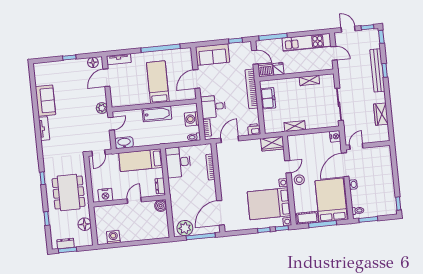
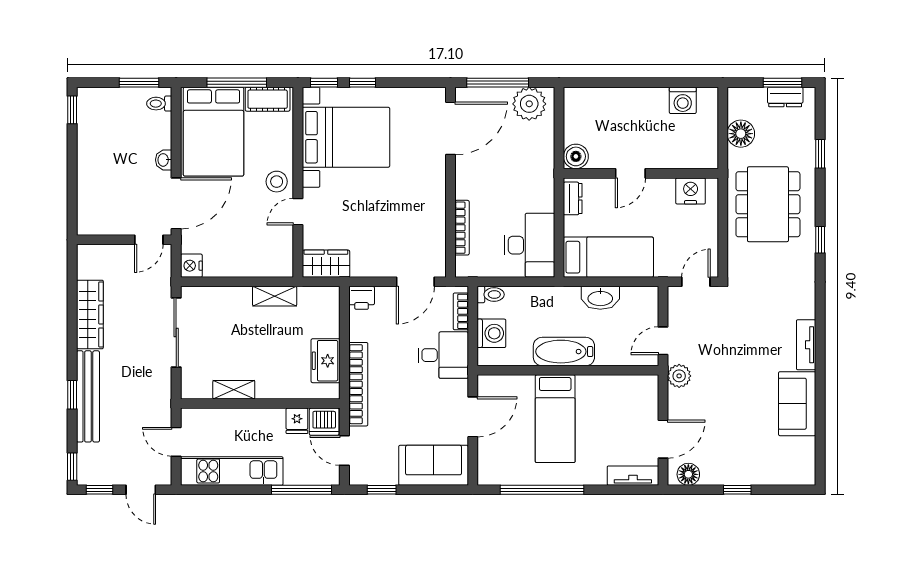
wardrobe: (381, 114) -> (90, 314), width x1.50
washbasin: (124, 143) -> (600, 298), moved

